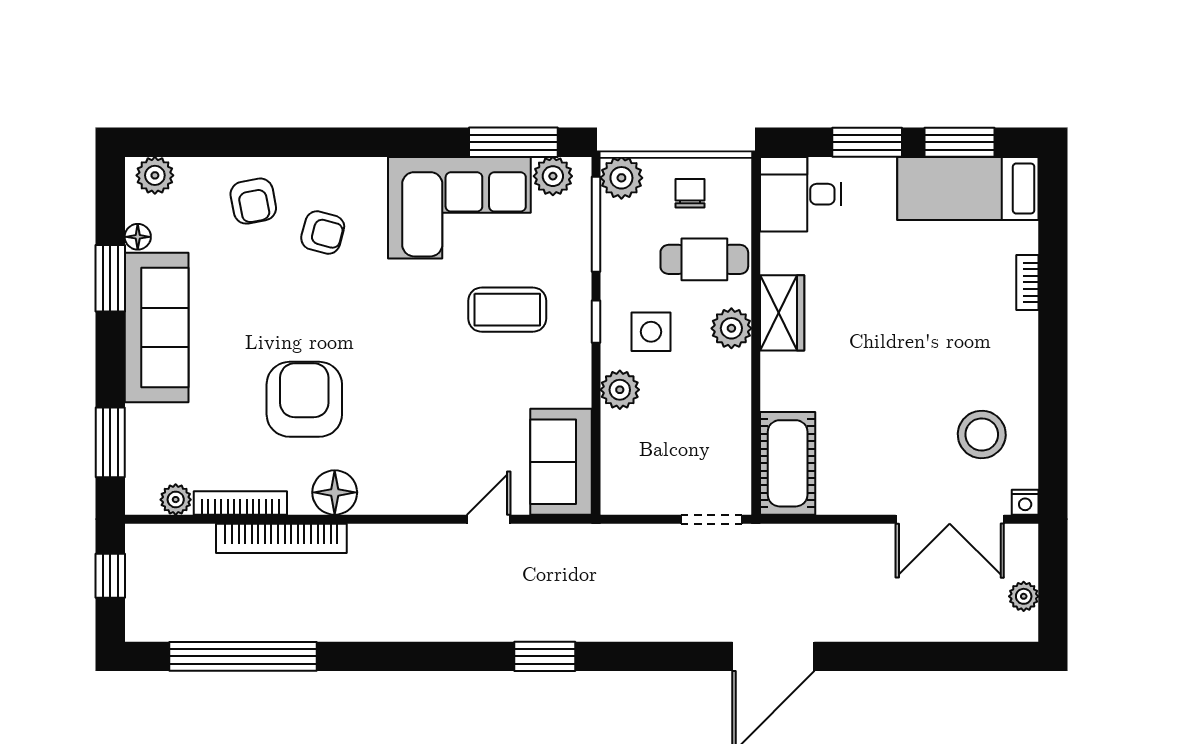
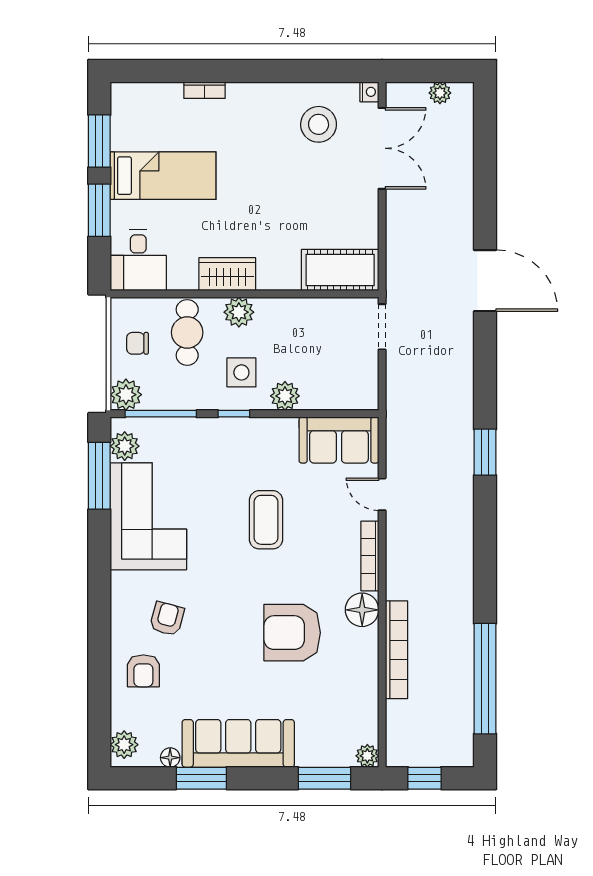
bed: (968, 189) -> (163, 176), moved, turned -90
armchair: (253, 201) -> (143, 671), turned 101
coffee table: (507, 310) -> (266, 520), moved
plant: (176, 500) -> (367, 756), moved
bookcase: (240, 503) -> (370, 556), moved

